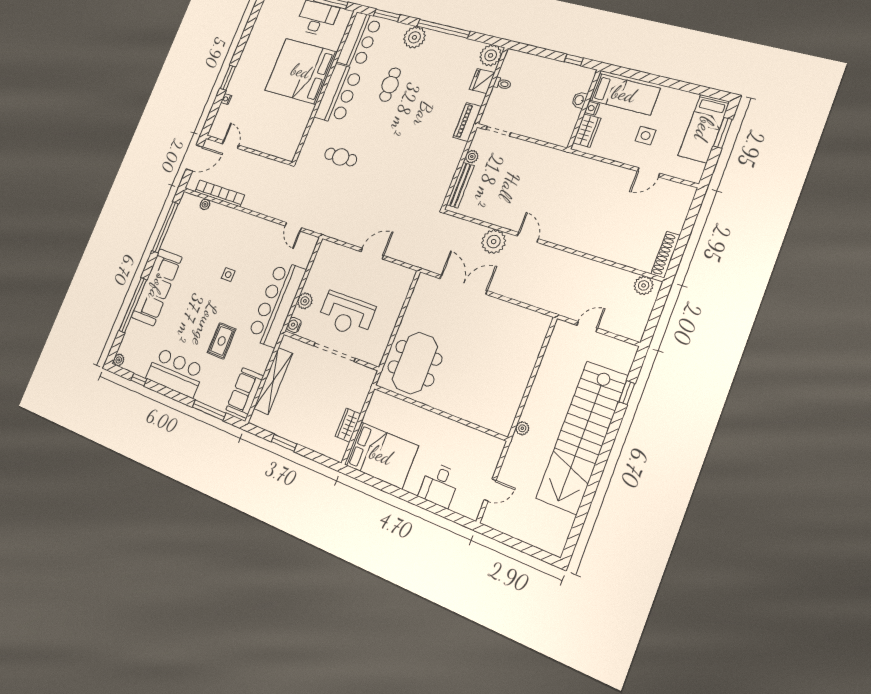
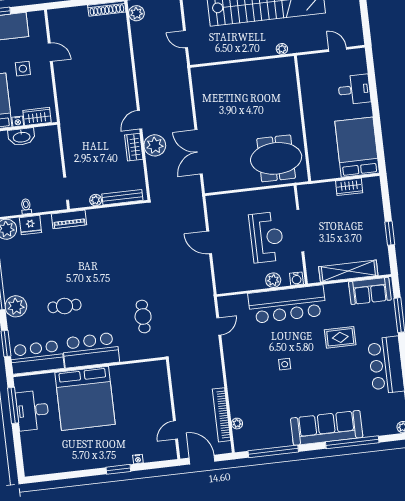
washbasin: (579, 100) -> (22, 137), width x1.91, depth x1.45
wardrobe: (503, 219) -> (134, 147), added

